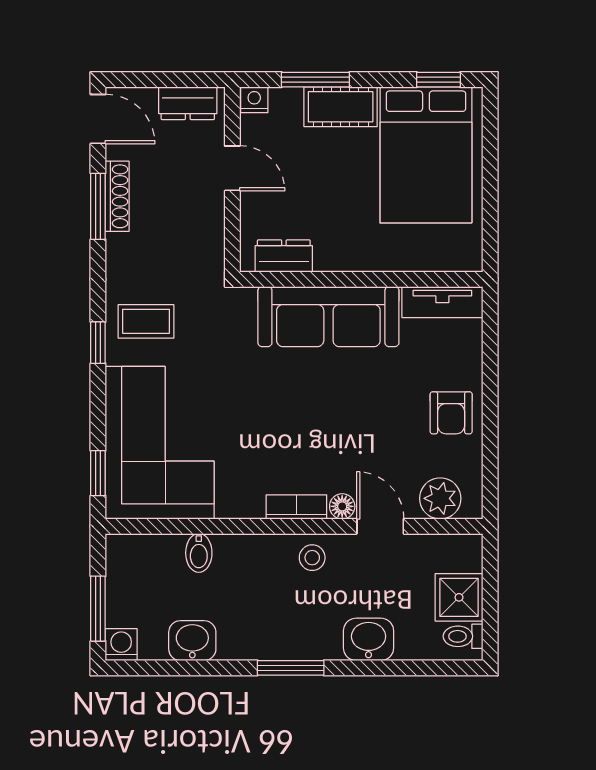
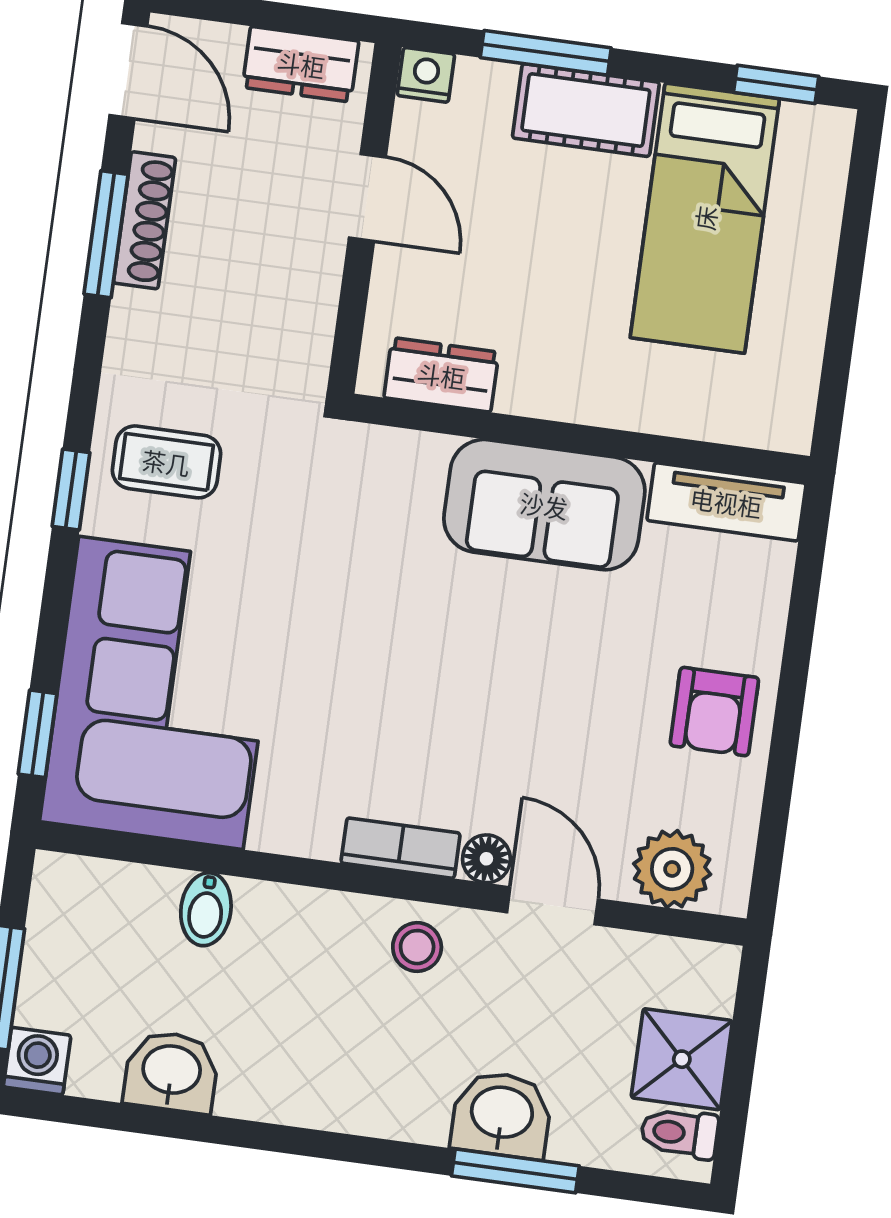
bed: (426, 155) -> (705, 218), width x0.67
sofa: (328, 317) -> (544, 505), width x0.73
window: (291, 668) -> (515, 1171), moved

